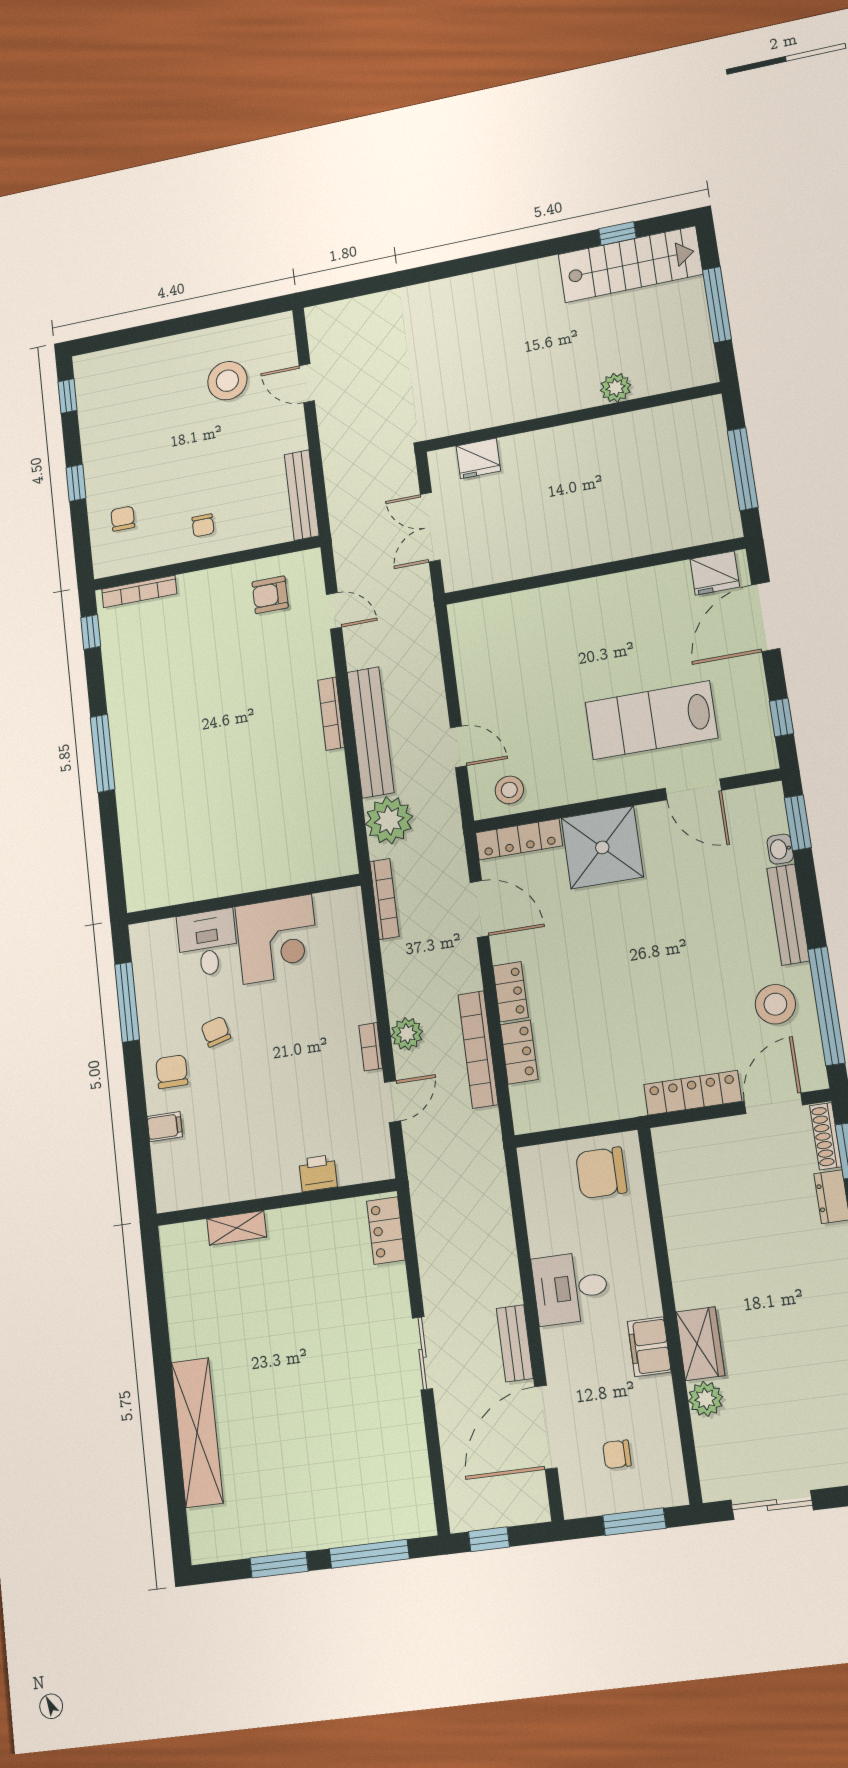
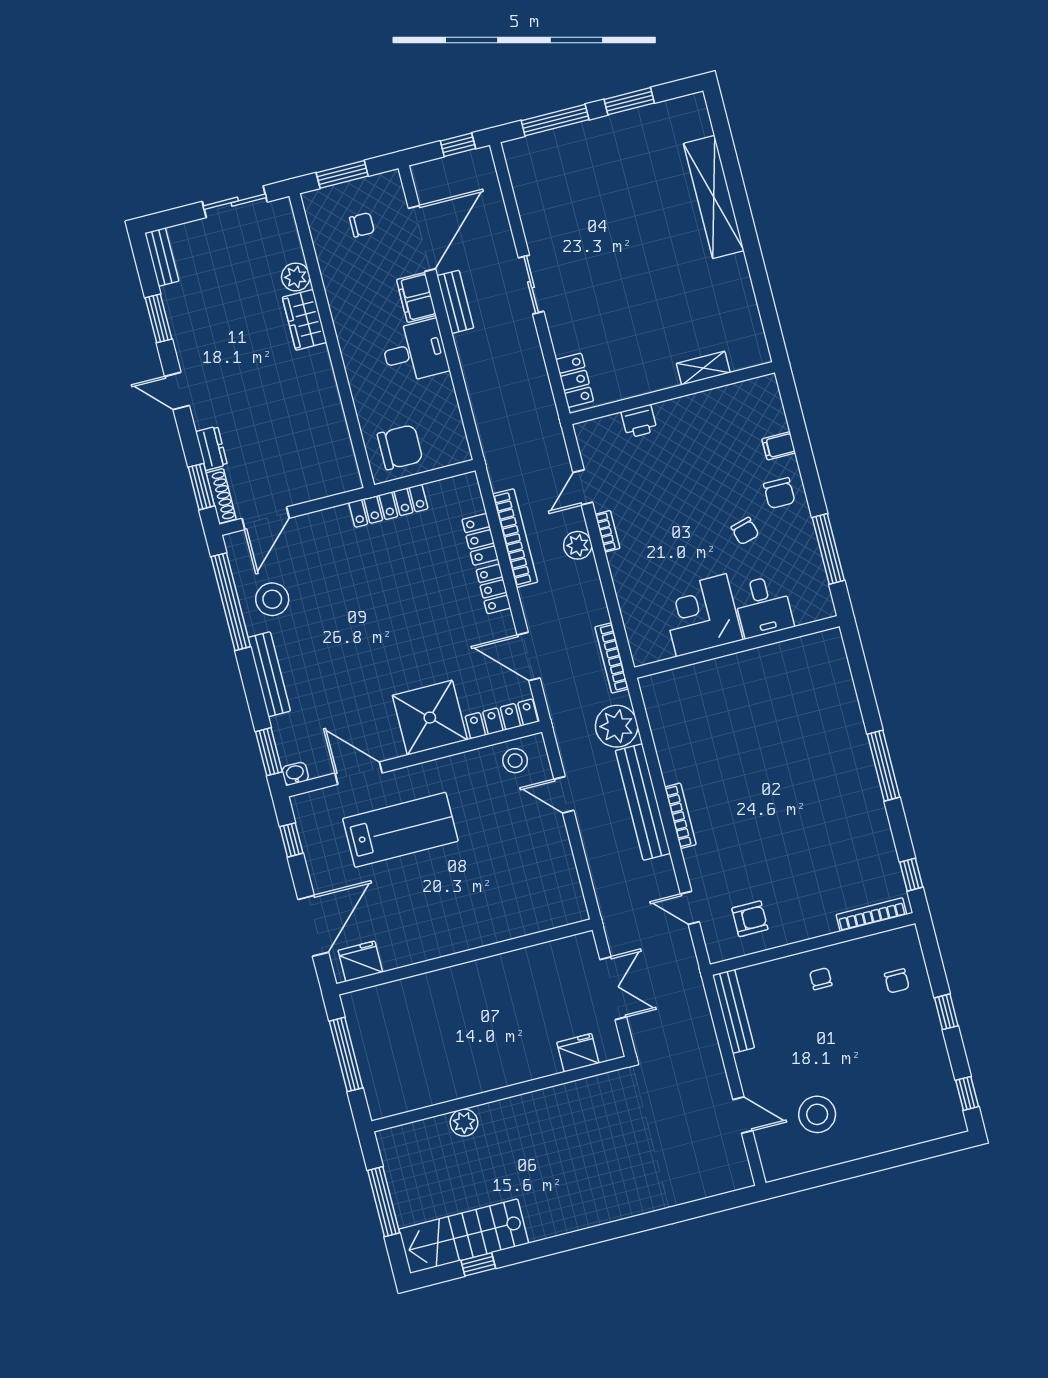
washbasin: (780, 849) -> (295, 774), moved, turned -90
locker: (693, 1093) -> (388, 506), moved
filing cabinet: (649, 1347) -> (416, 297), moved, turned 180

